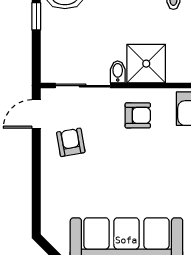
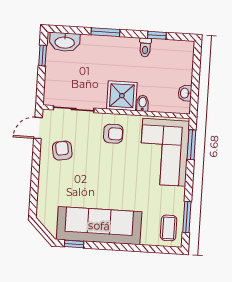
bidet: (118, 72) -> (143, 103), moved

